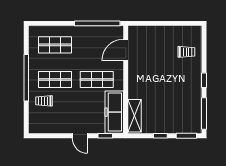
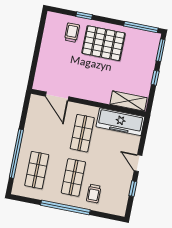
window: (97, 23) -> (16, 154), moved
window: (204, 80) -> (84, 16), moved
pallet: (182, 82) -> (103, 43), added
door: (80, 136) -> (138, 163), swing flipped
window: (105, 136) -> (133, 189), moved

